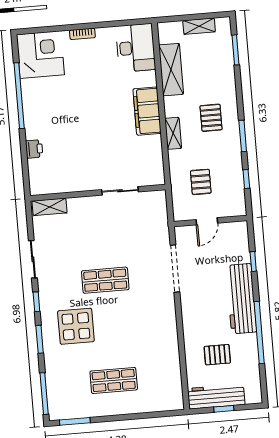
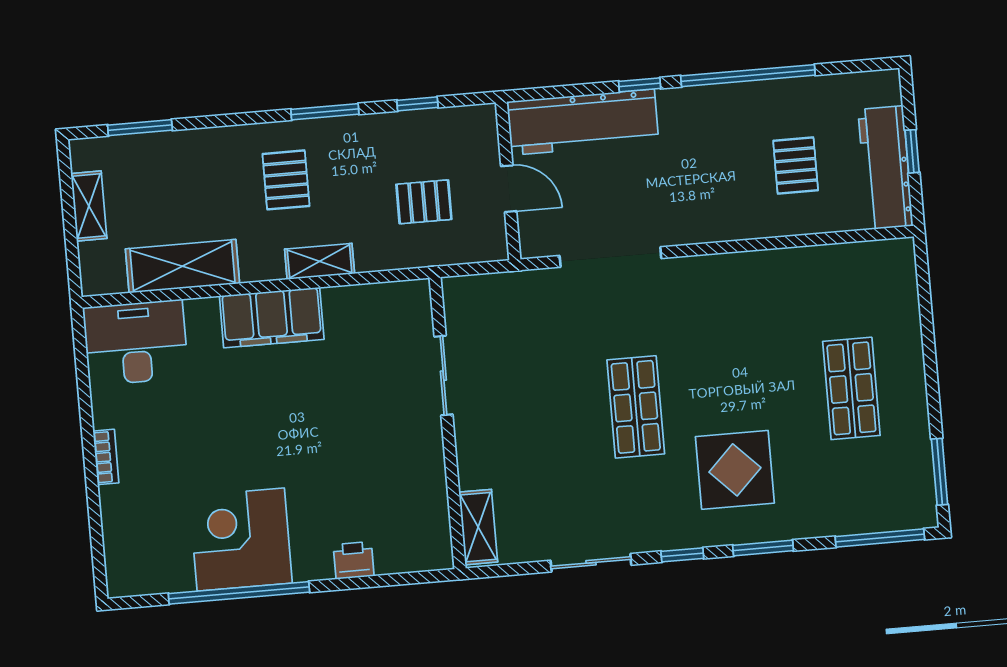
corner desk: (40, 55) -> (241, 540), moved
pallet: (211, 118) -> (286, 180), turned 90
window: (253, 262) -> (640, 85), moved
workbench: (241, 299) -> (583, 122), moved

